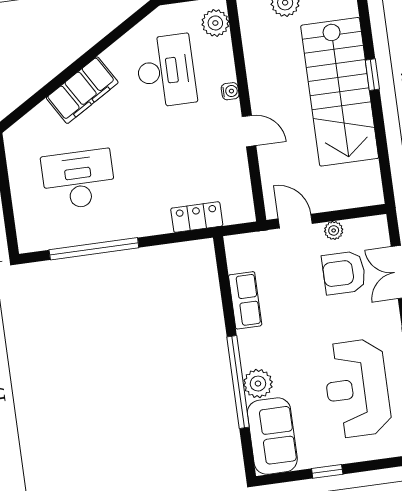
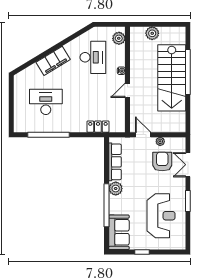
window: (372, 75) -> (188, 72), width x3.17
door: (249, 131) -> (127, 90), swing flipped
armchair: (344, 273) -> (162, 162), turned 90
row of seats: (245, 300) -> (115, 162), width x1.48
plant: (258, 384) -> (116, 189), moved
reception desk: (357, 388) -> (161, 216), turned 180

